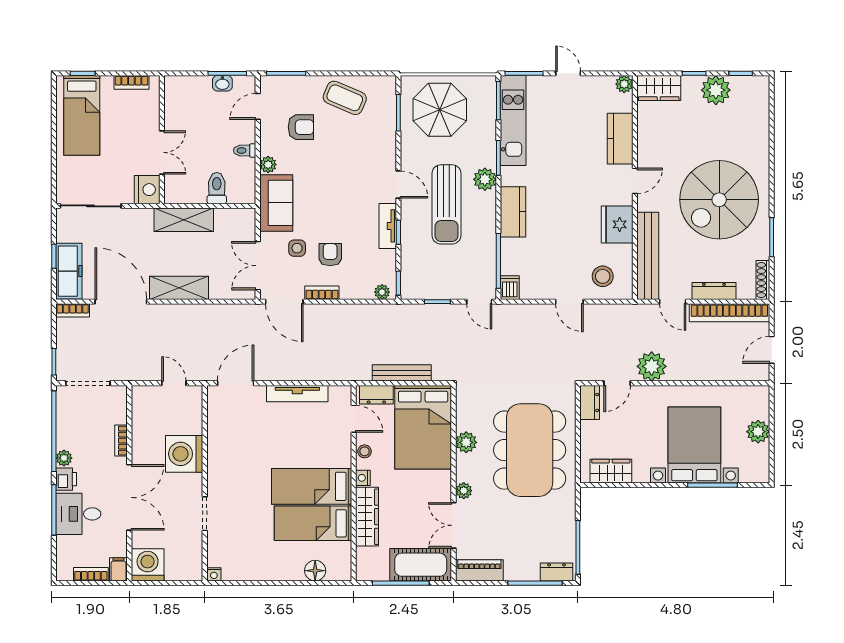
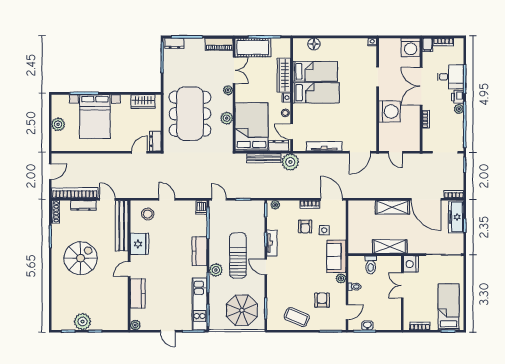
wardrobe: (659, 88) -> (115, 323), removed
armchair: (301, 127) -> (322, 300), turned 90
spiral stairs: (719, 200) -> (81, 258), width x0.73, depth x0.73
double door: (258, 266) -> (347, 220), removed
plant: (652, 366) -> (290, 162), moved

